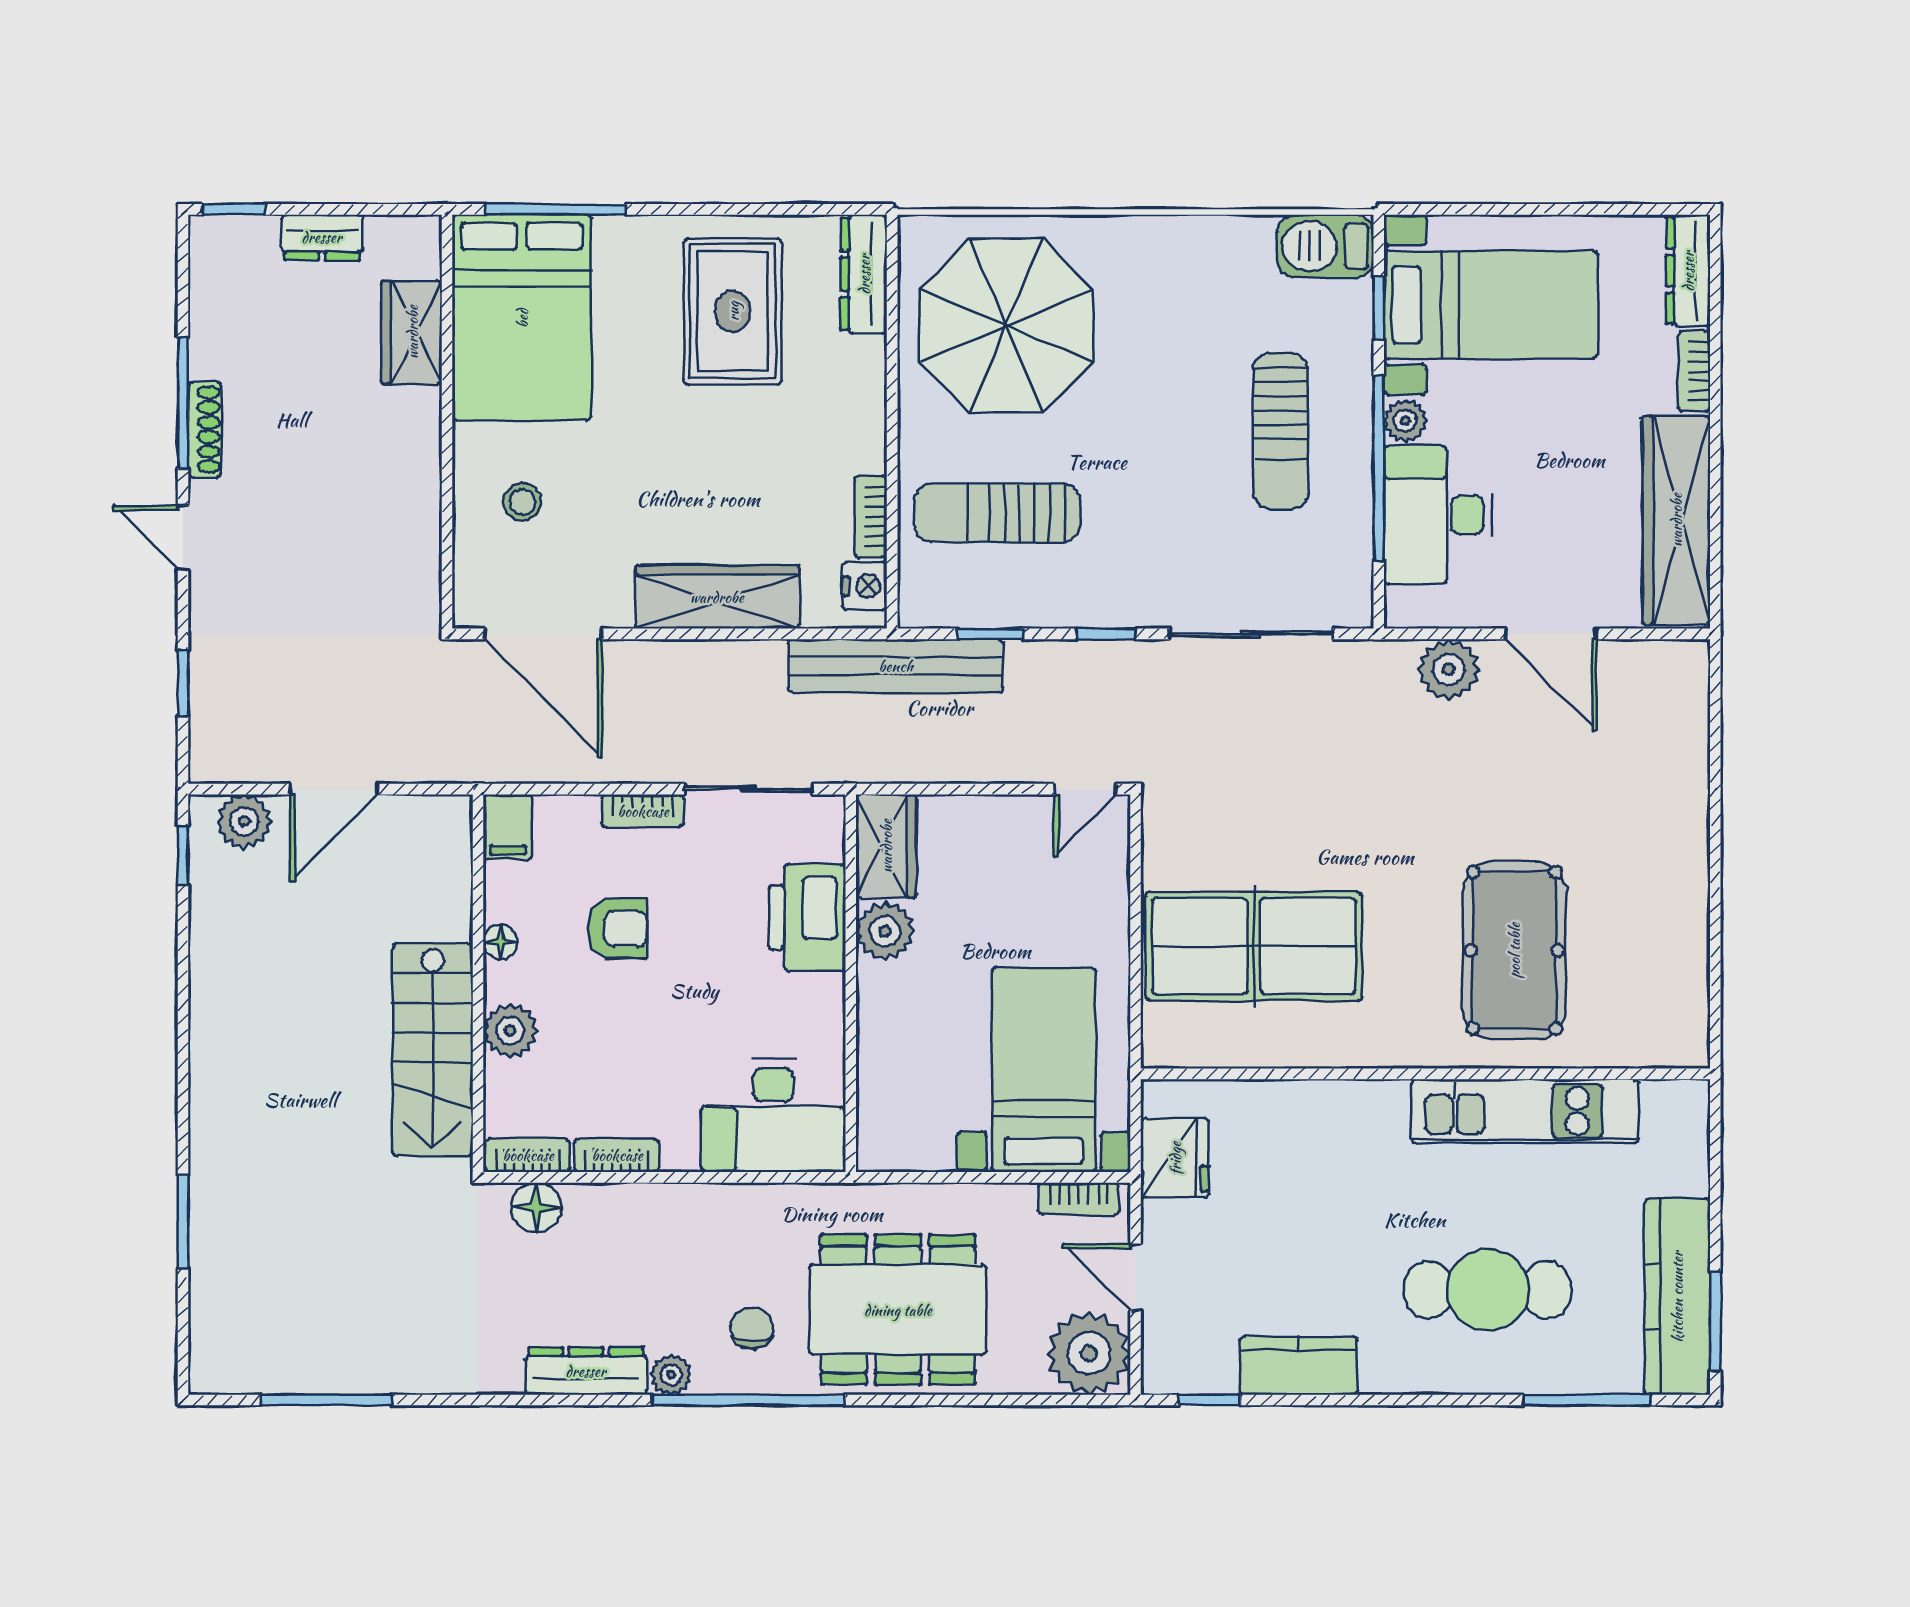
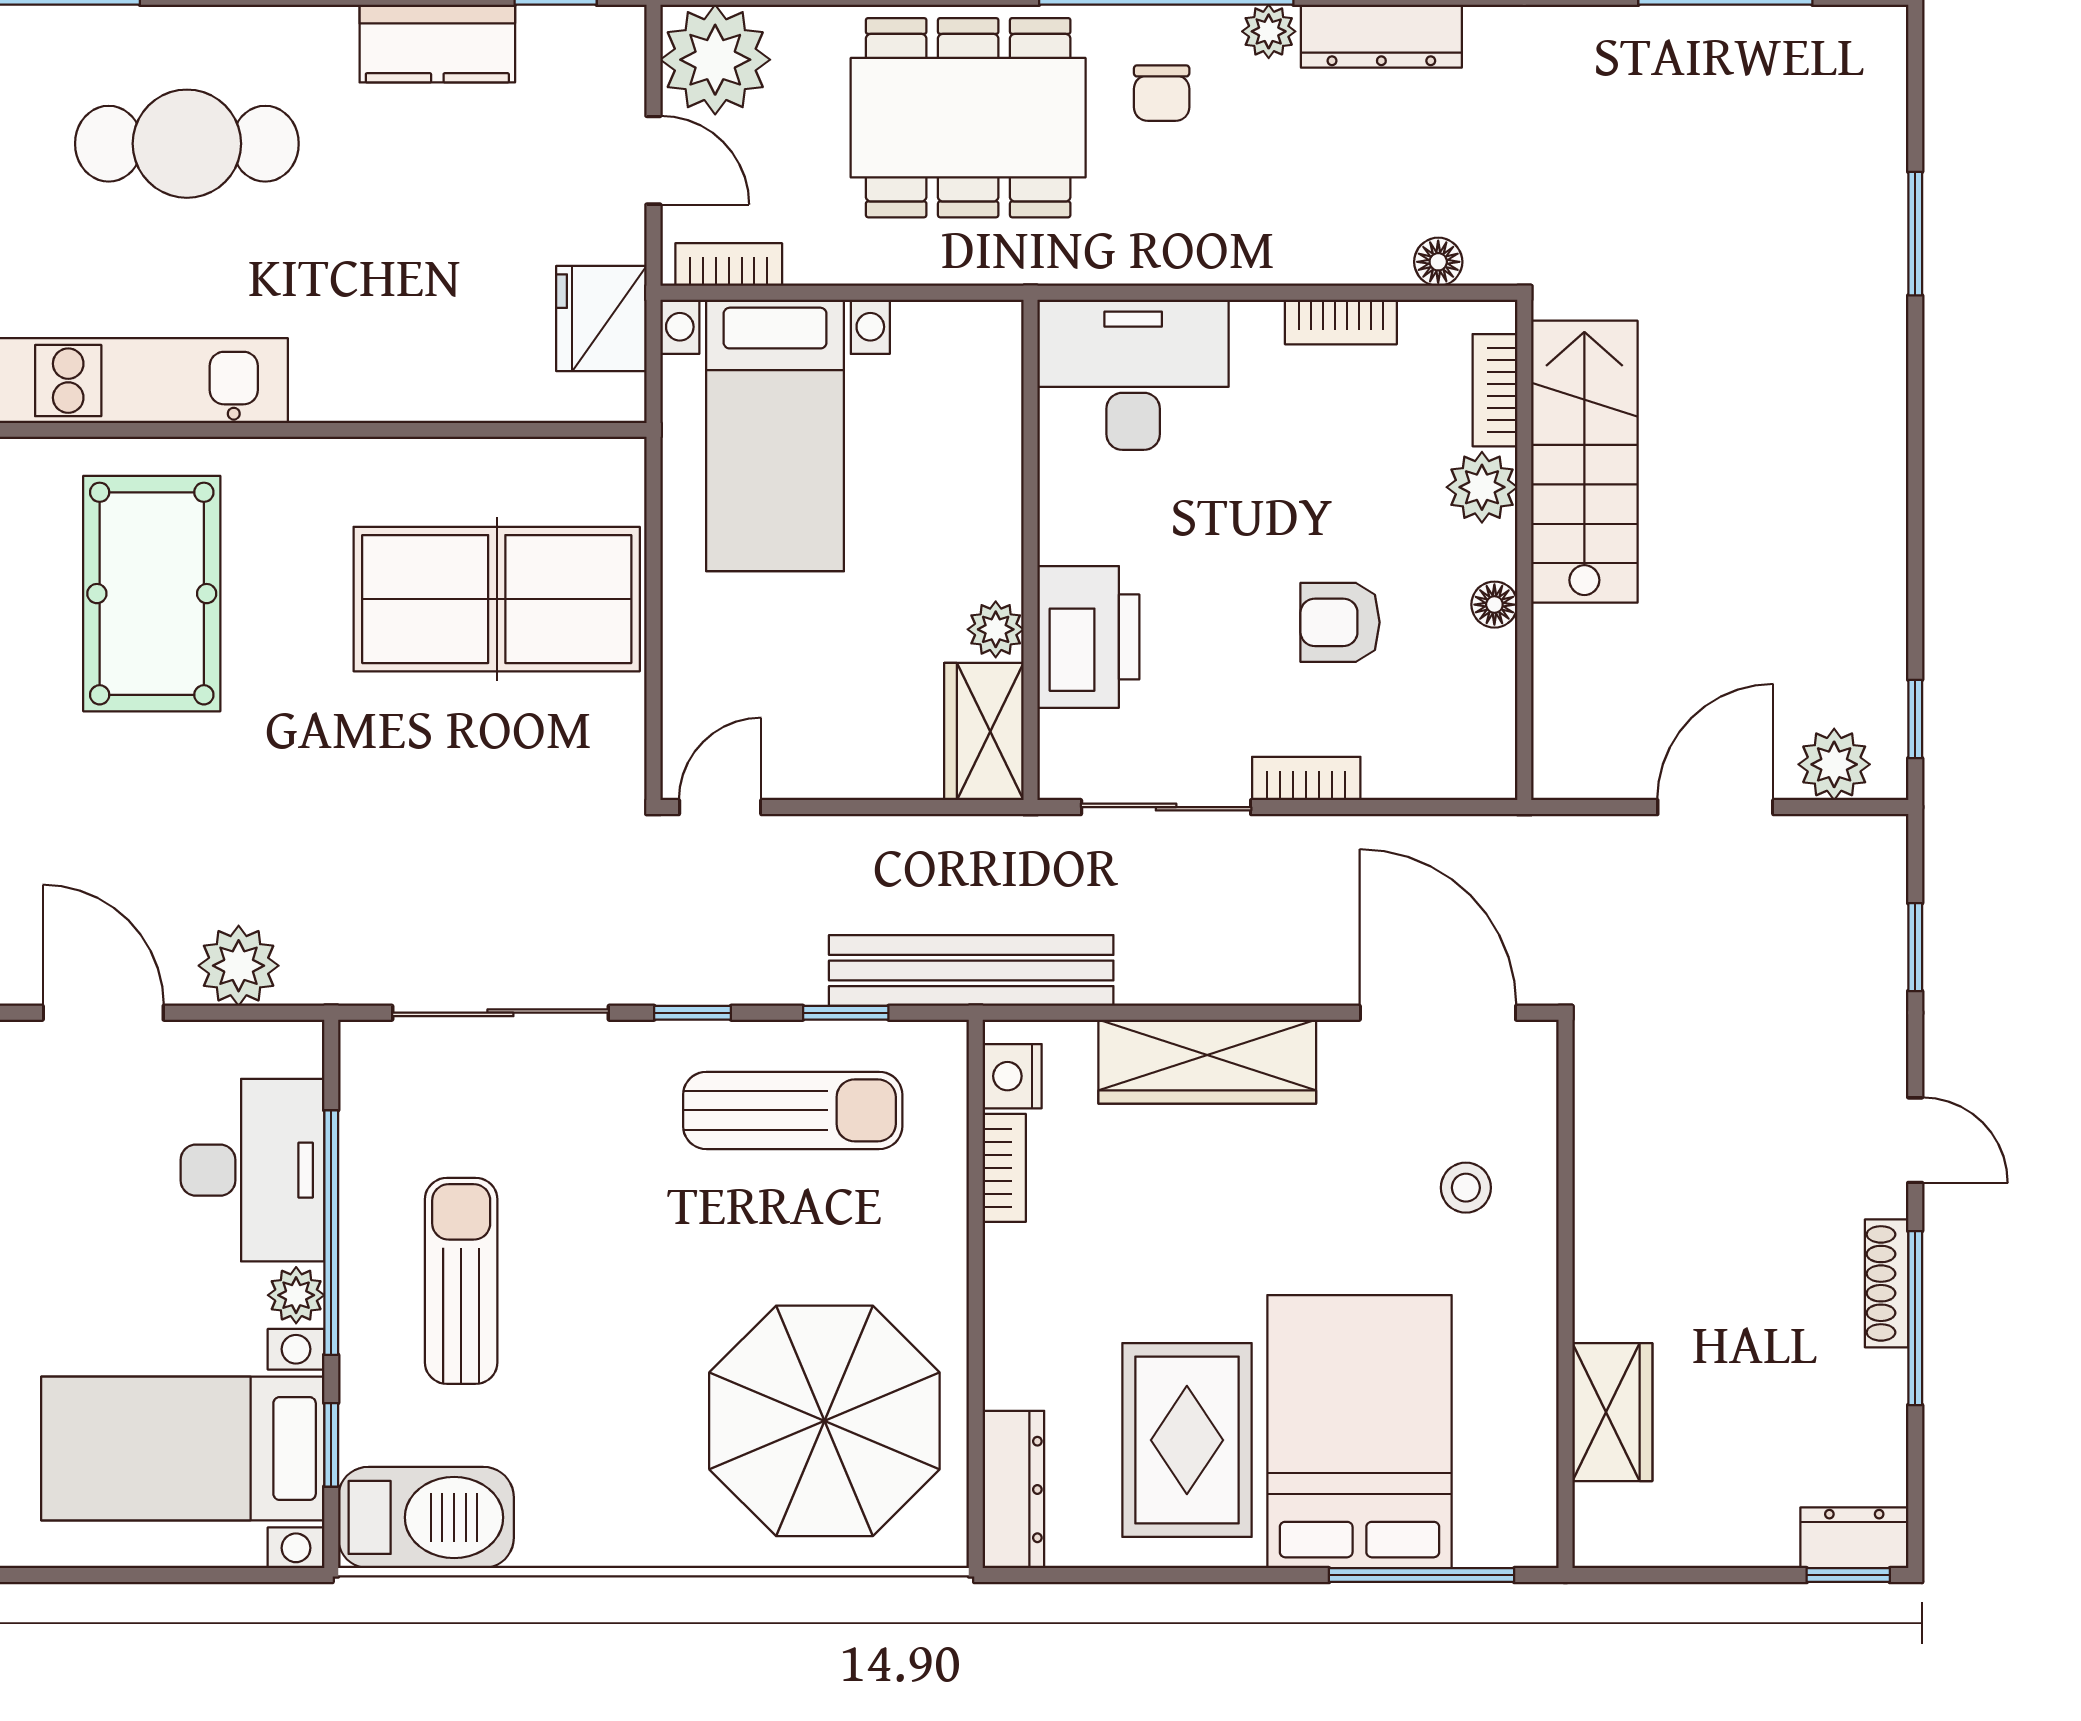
dresser: (322, 237) -> (1854, 1538), moved
barbecue: (1325, 246) -> (426, 1517), width x1.37, depth x1.21
bed: (522, 318) -> (1359, 1432), moved
sun lounger: (997, 513) -> (793, 1110), moved
filing cabinet: (508, 827) -> (1485, 757), removed
plant: (885, 931) -> (996, 629), width x0.73, depth x0.73
bookcase: (528, 1155) -> (1495, 390), moved, turned 90
floor lamp: (536, 1208) -> (1438, 262), width x0.73, depth x0.73

